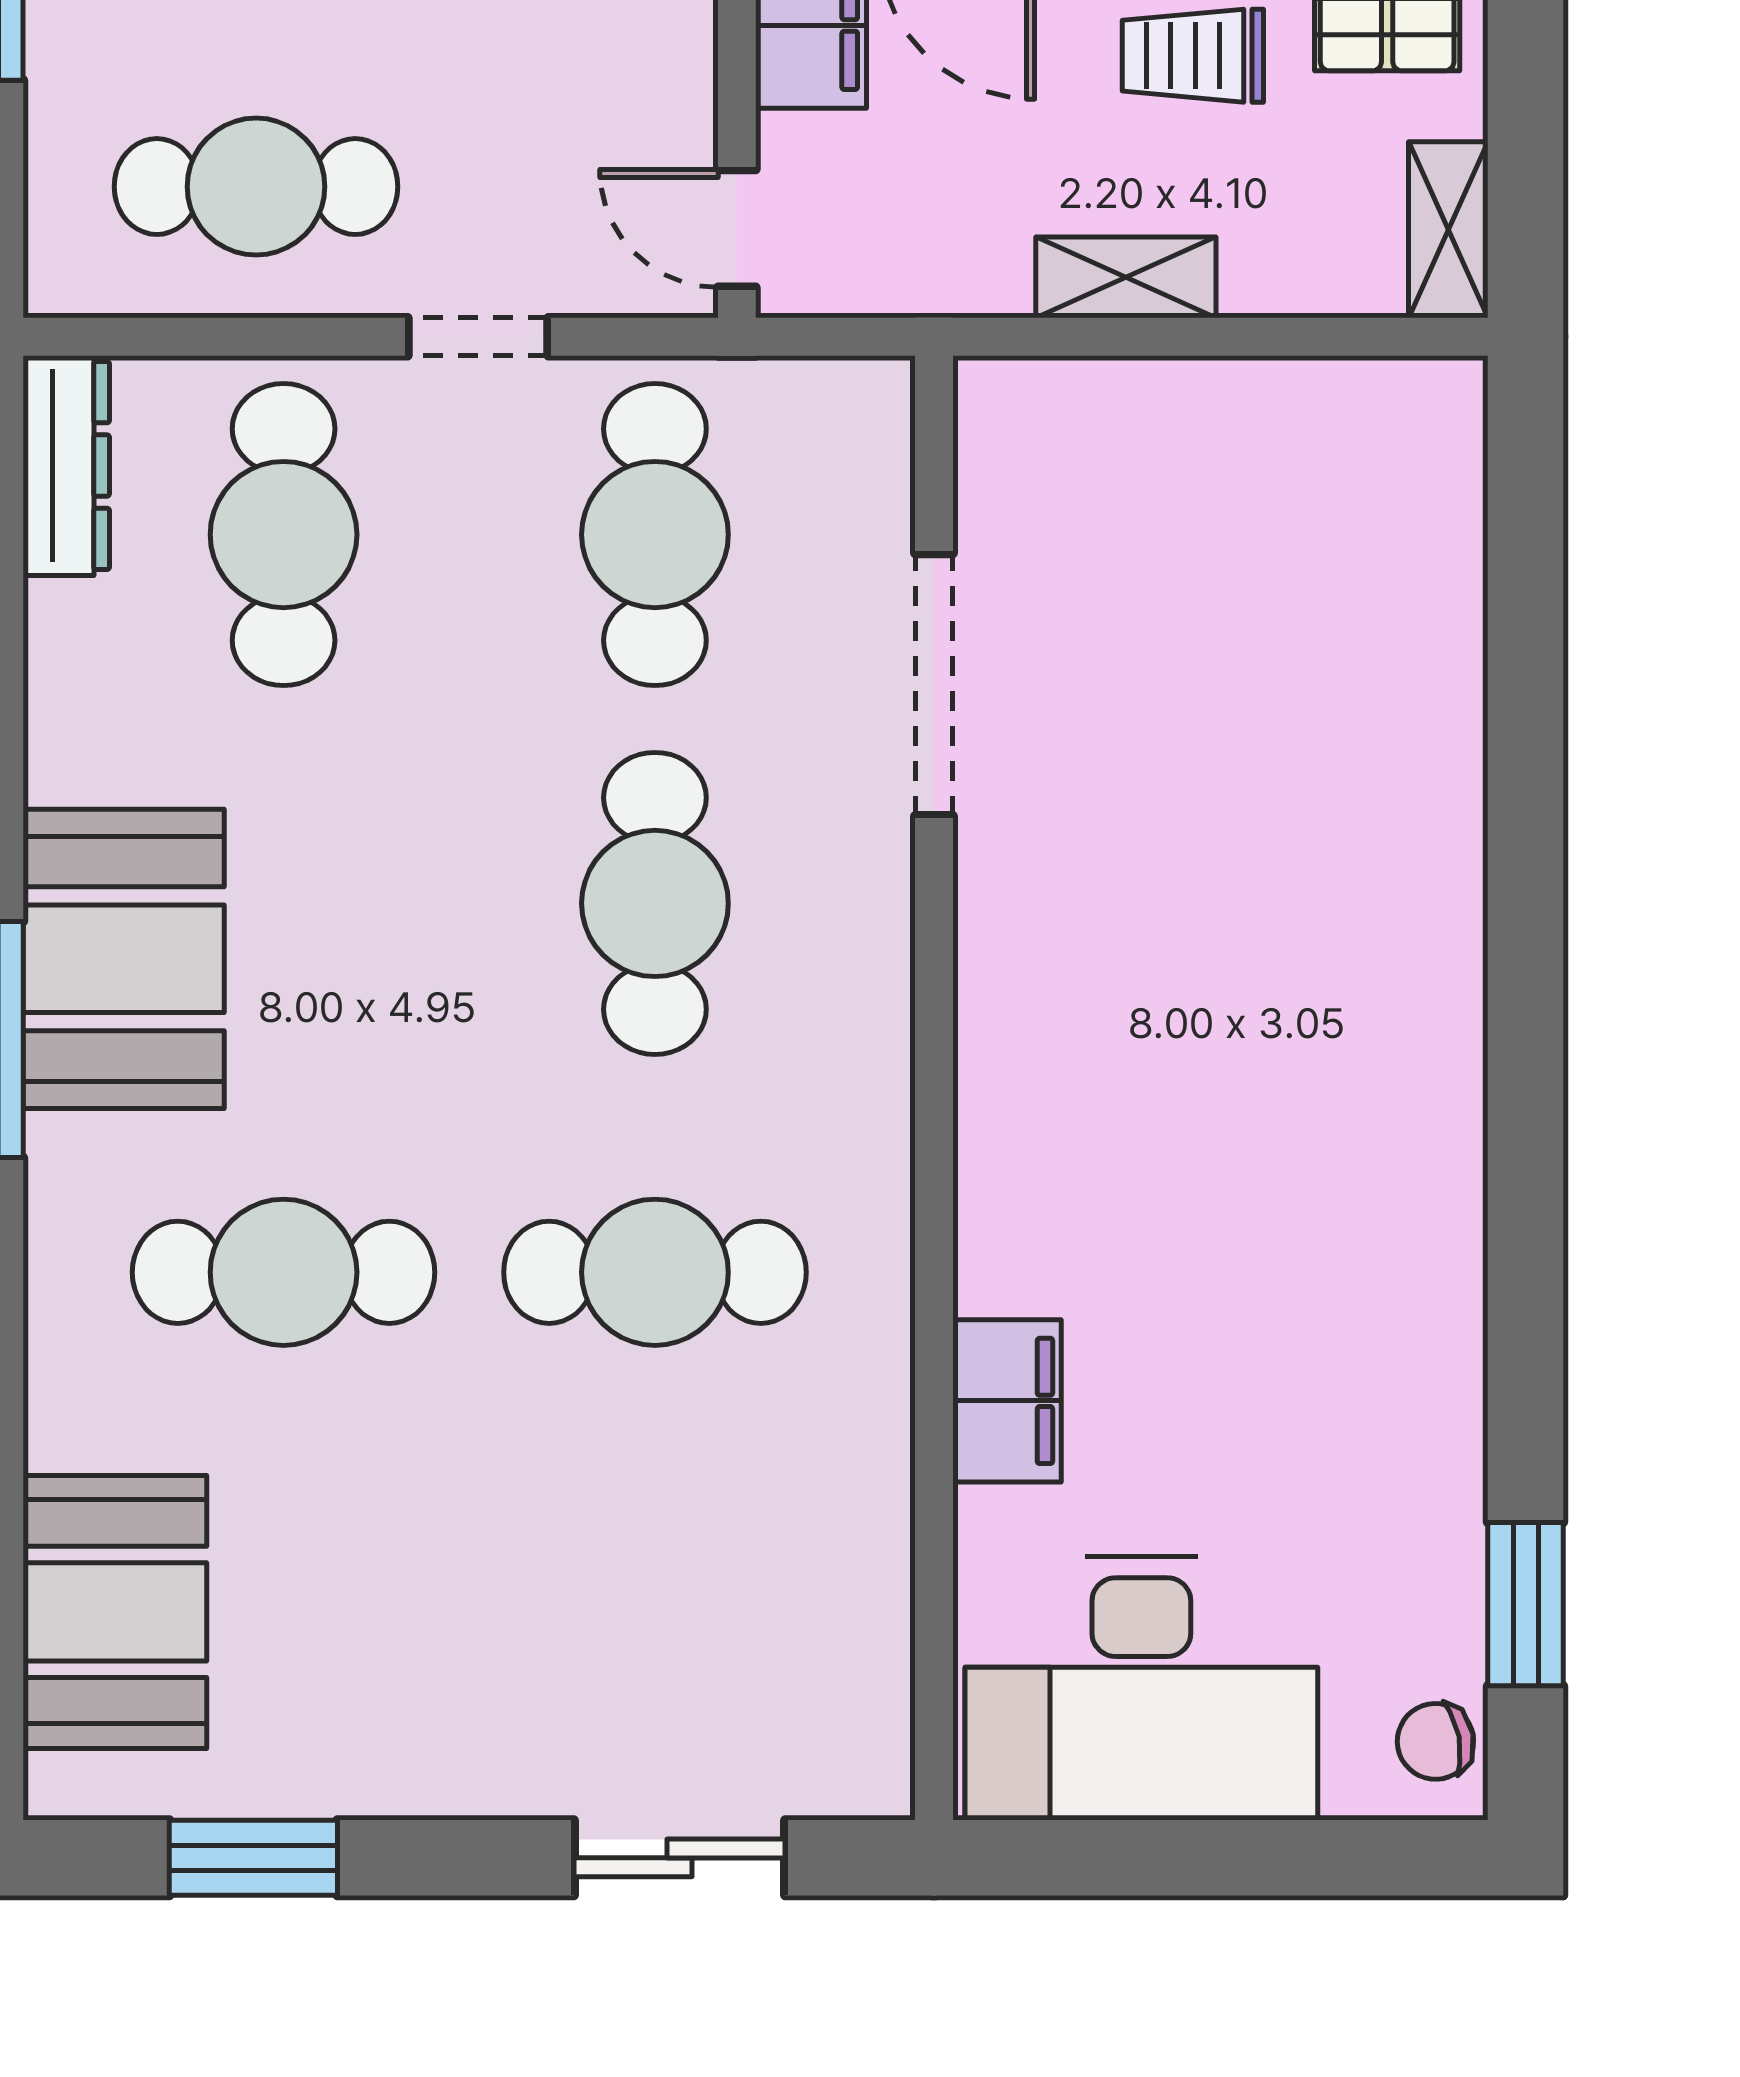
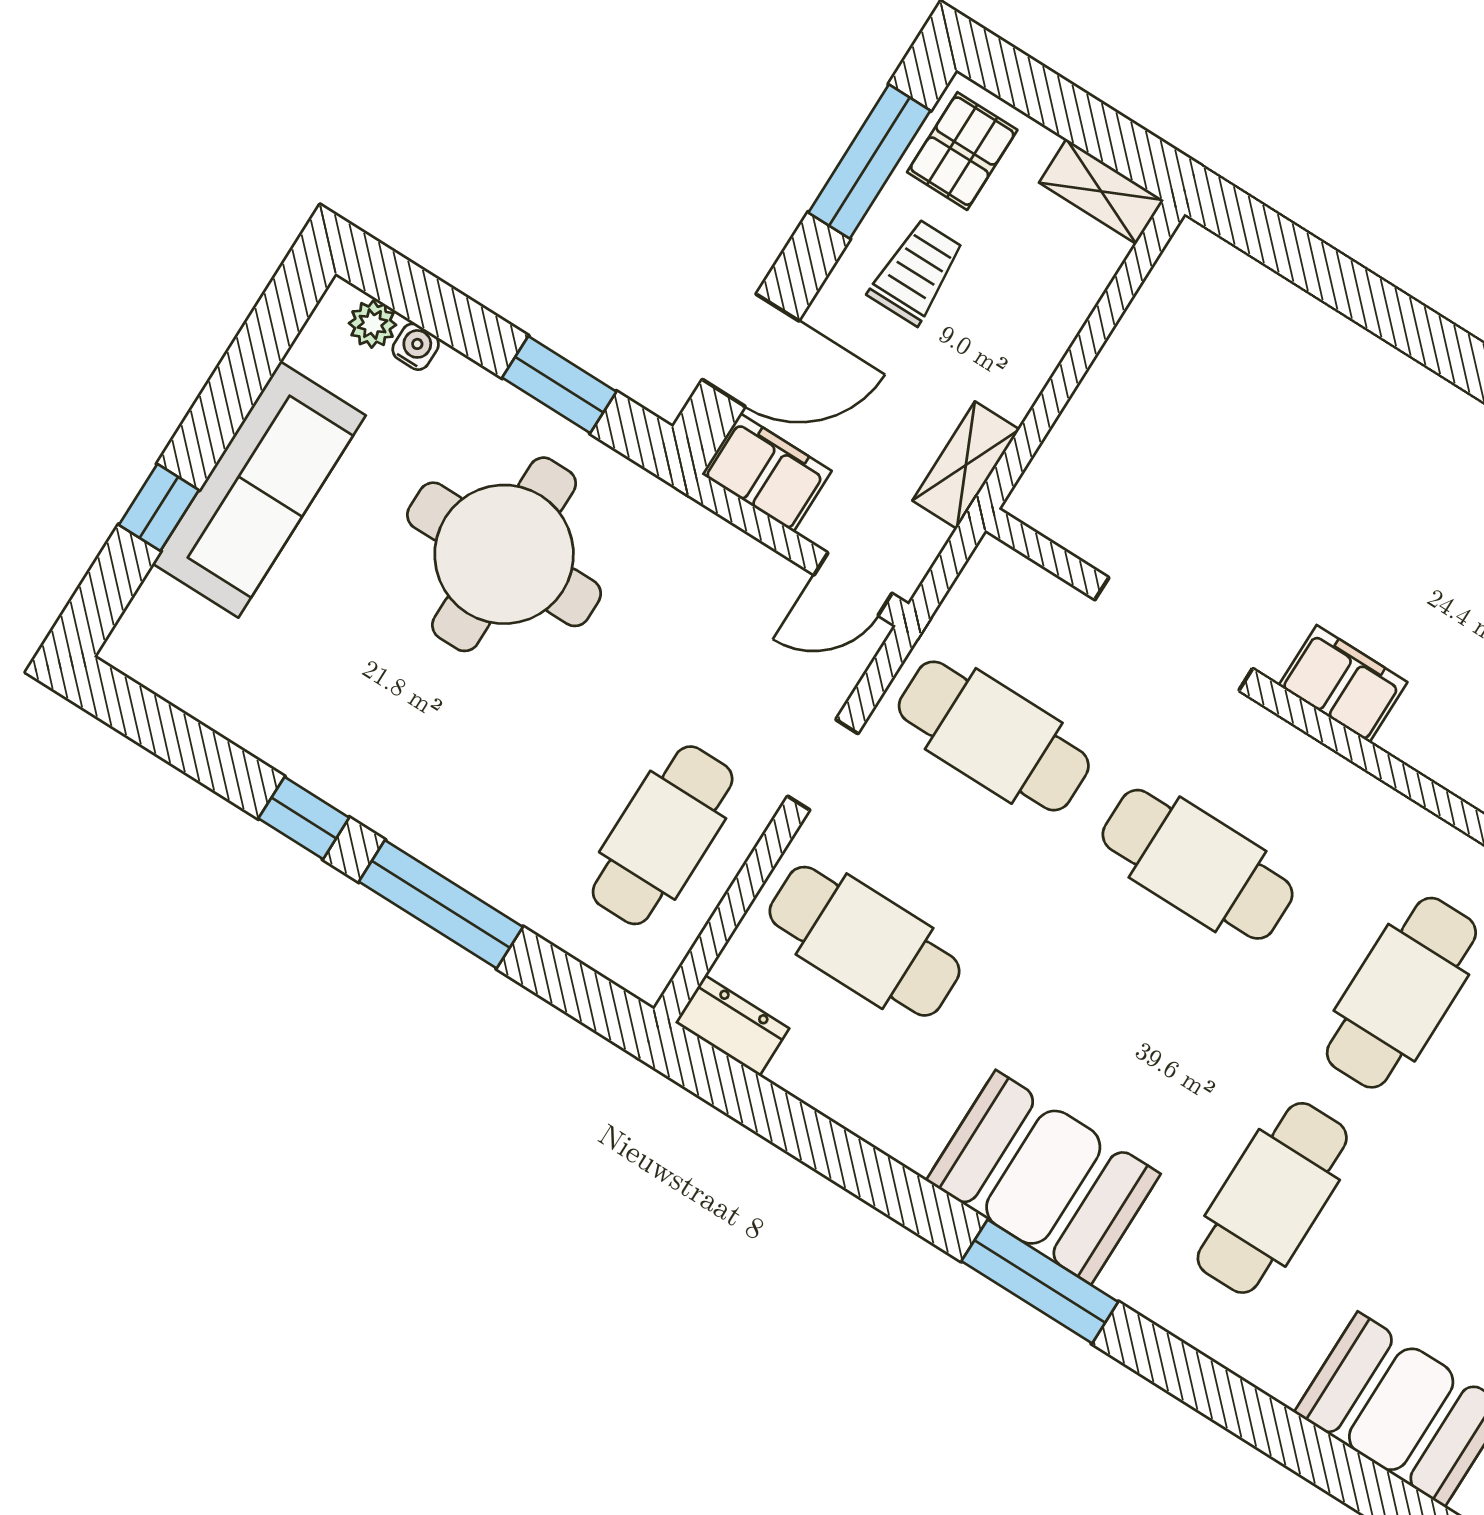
trolley: (1193, 56) -> (916, 272), turned 180
shelving: (1126, 277) -> (966, 465), moved
dresser: (66, 466) -> (732, 1026), width x0.70
filing cabinet: (1008, 945) -> (1343, 684), added

